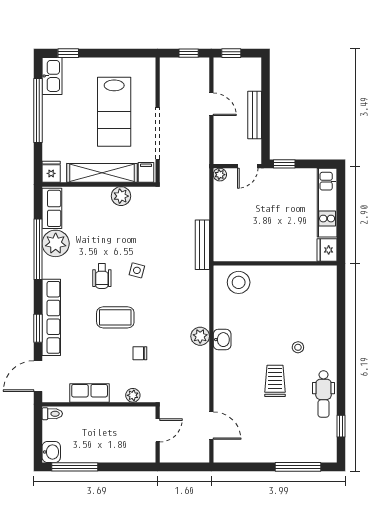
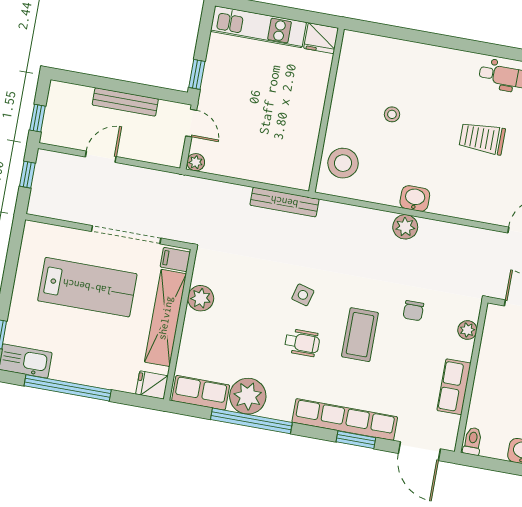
stool: (298, 347) -> (392, 114), moved

